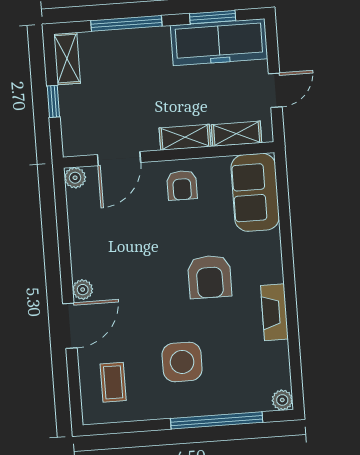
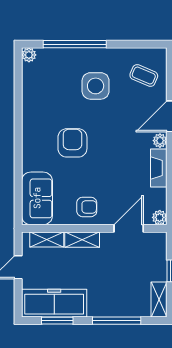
armchair: (182, 185) -> (87, 207), turned 90
fireplace: (274, 312) -> (159, 168), moved, turned 180
coffee table: (113, 382) -> (144, 76), turned -67

